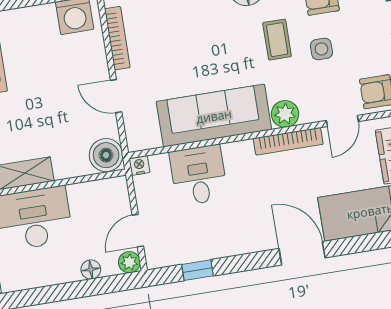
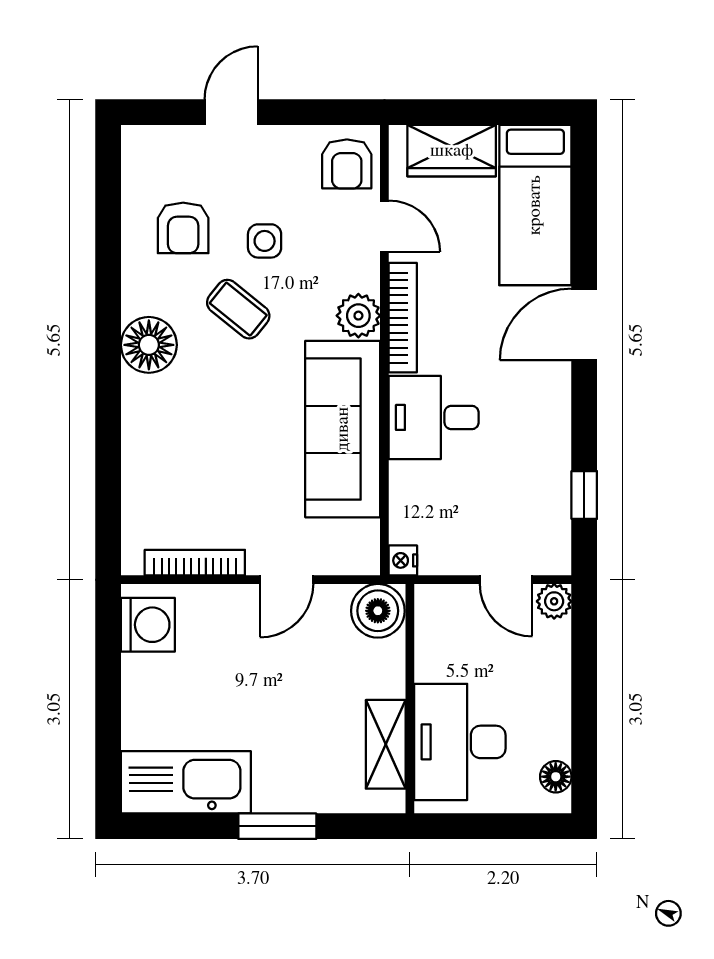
coffee table: (277, 40) -> (238, 309), turned 39
desk: (199, 175) -> (434, 417), moved
floor lamp: (91, 269) -> (556, 777), moved

